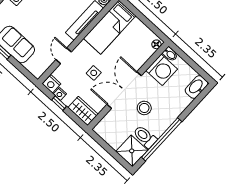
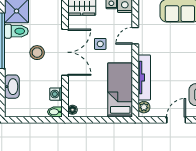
door: (64, 56) -> (135, 36), swing flipped
washing machine: (162, 70) -> (56, 94), width x0.53, depth x0.53
washbasin: (196, 87) -> (12, 87), moved

